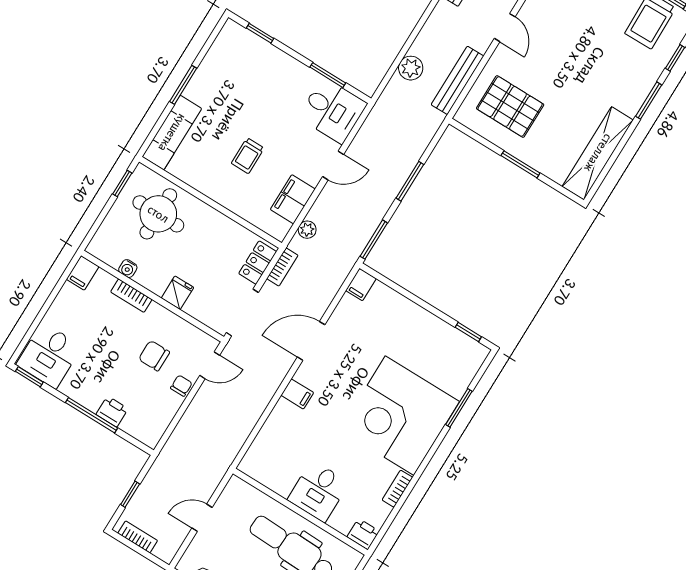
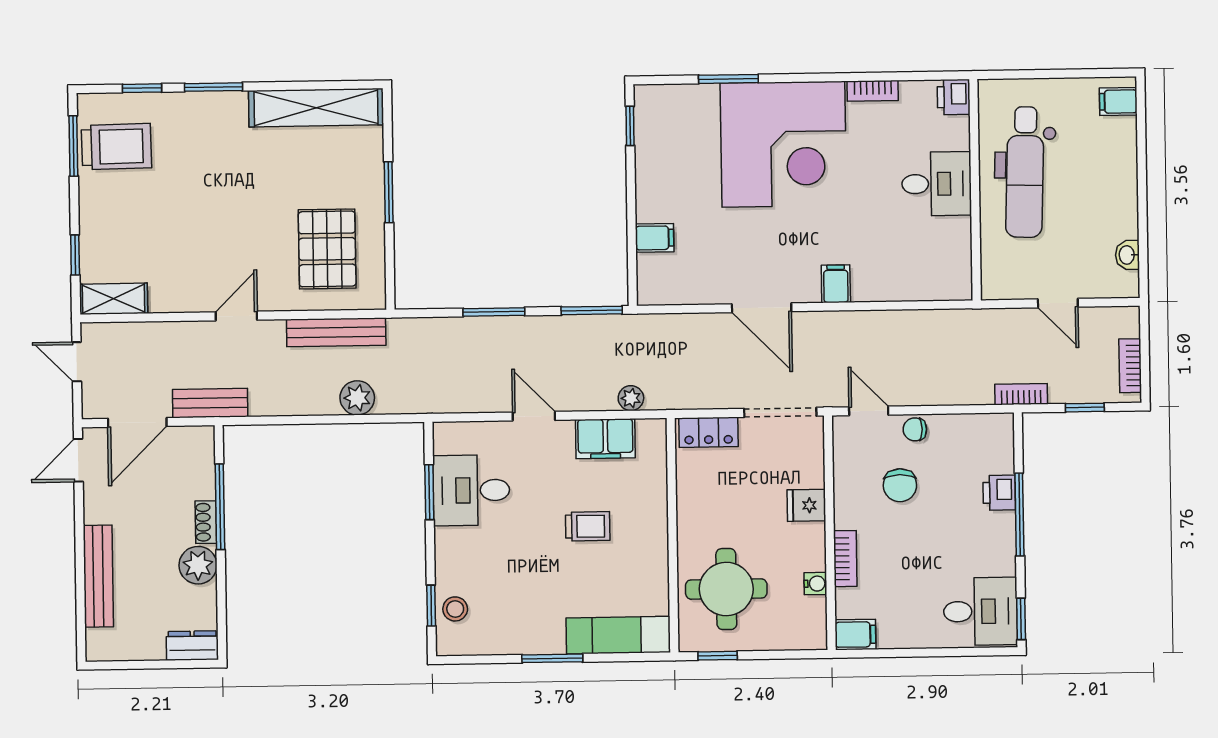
stool: (249, 46) -> (455, 609), added
desk: (333, 110) -> (471, 490), moved, turned -90
bookcase: (282, 267) -> (1021, 394), moved
filing cabinet: (361, 285) -> (655, 238), moved

